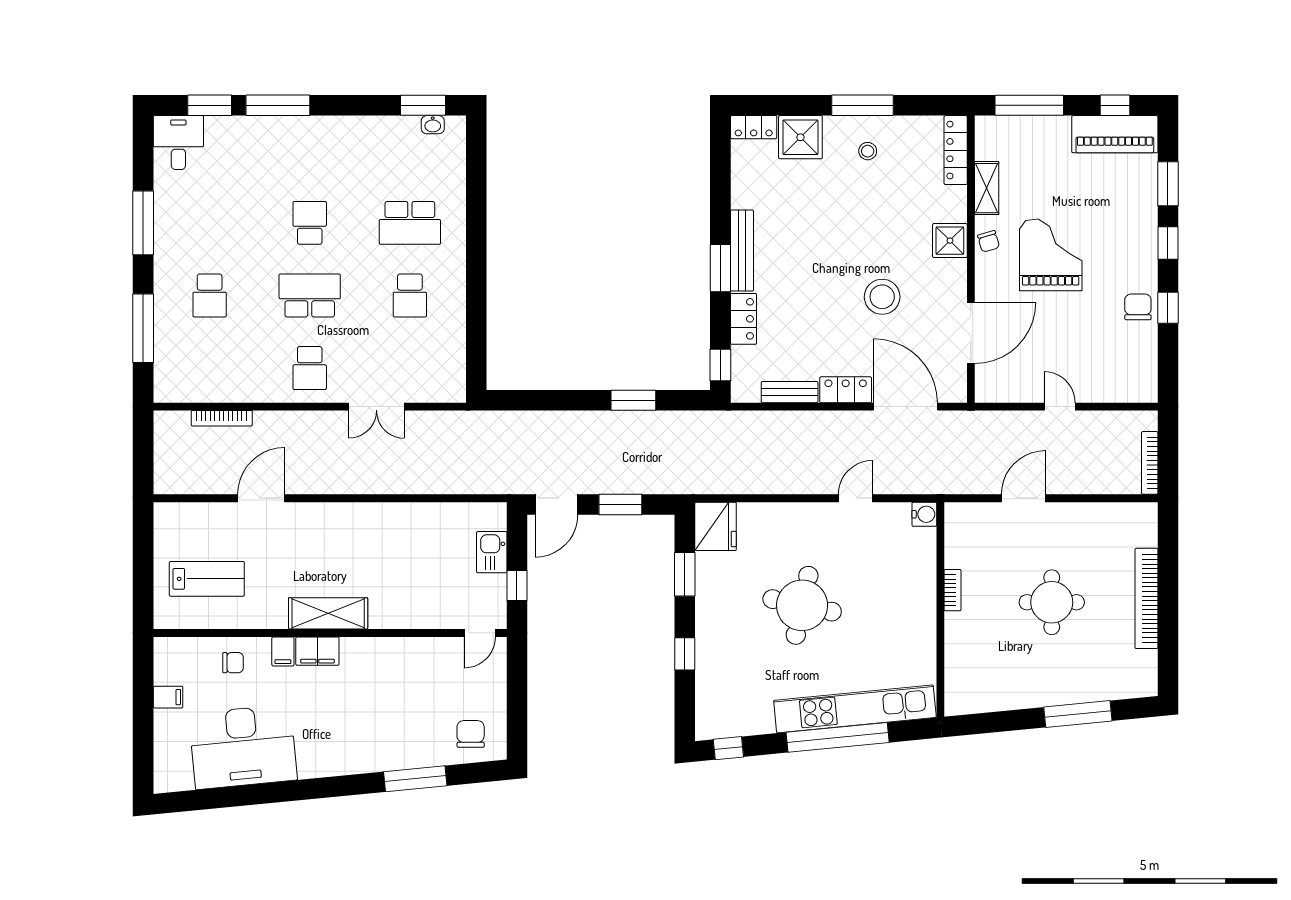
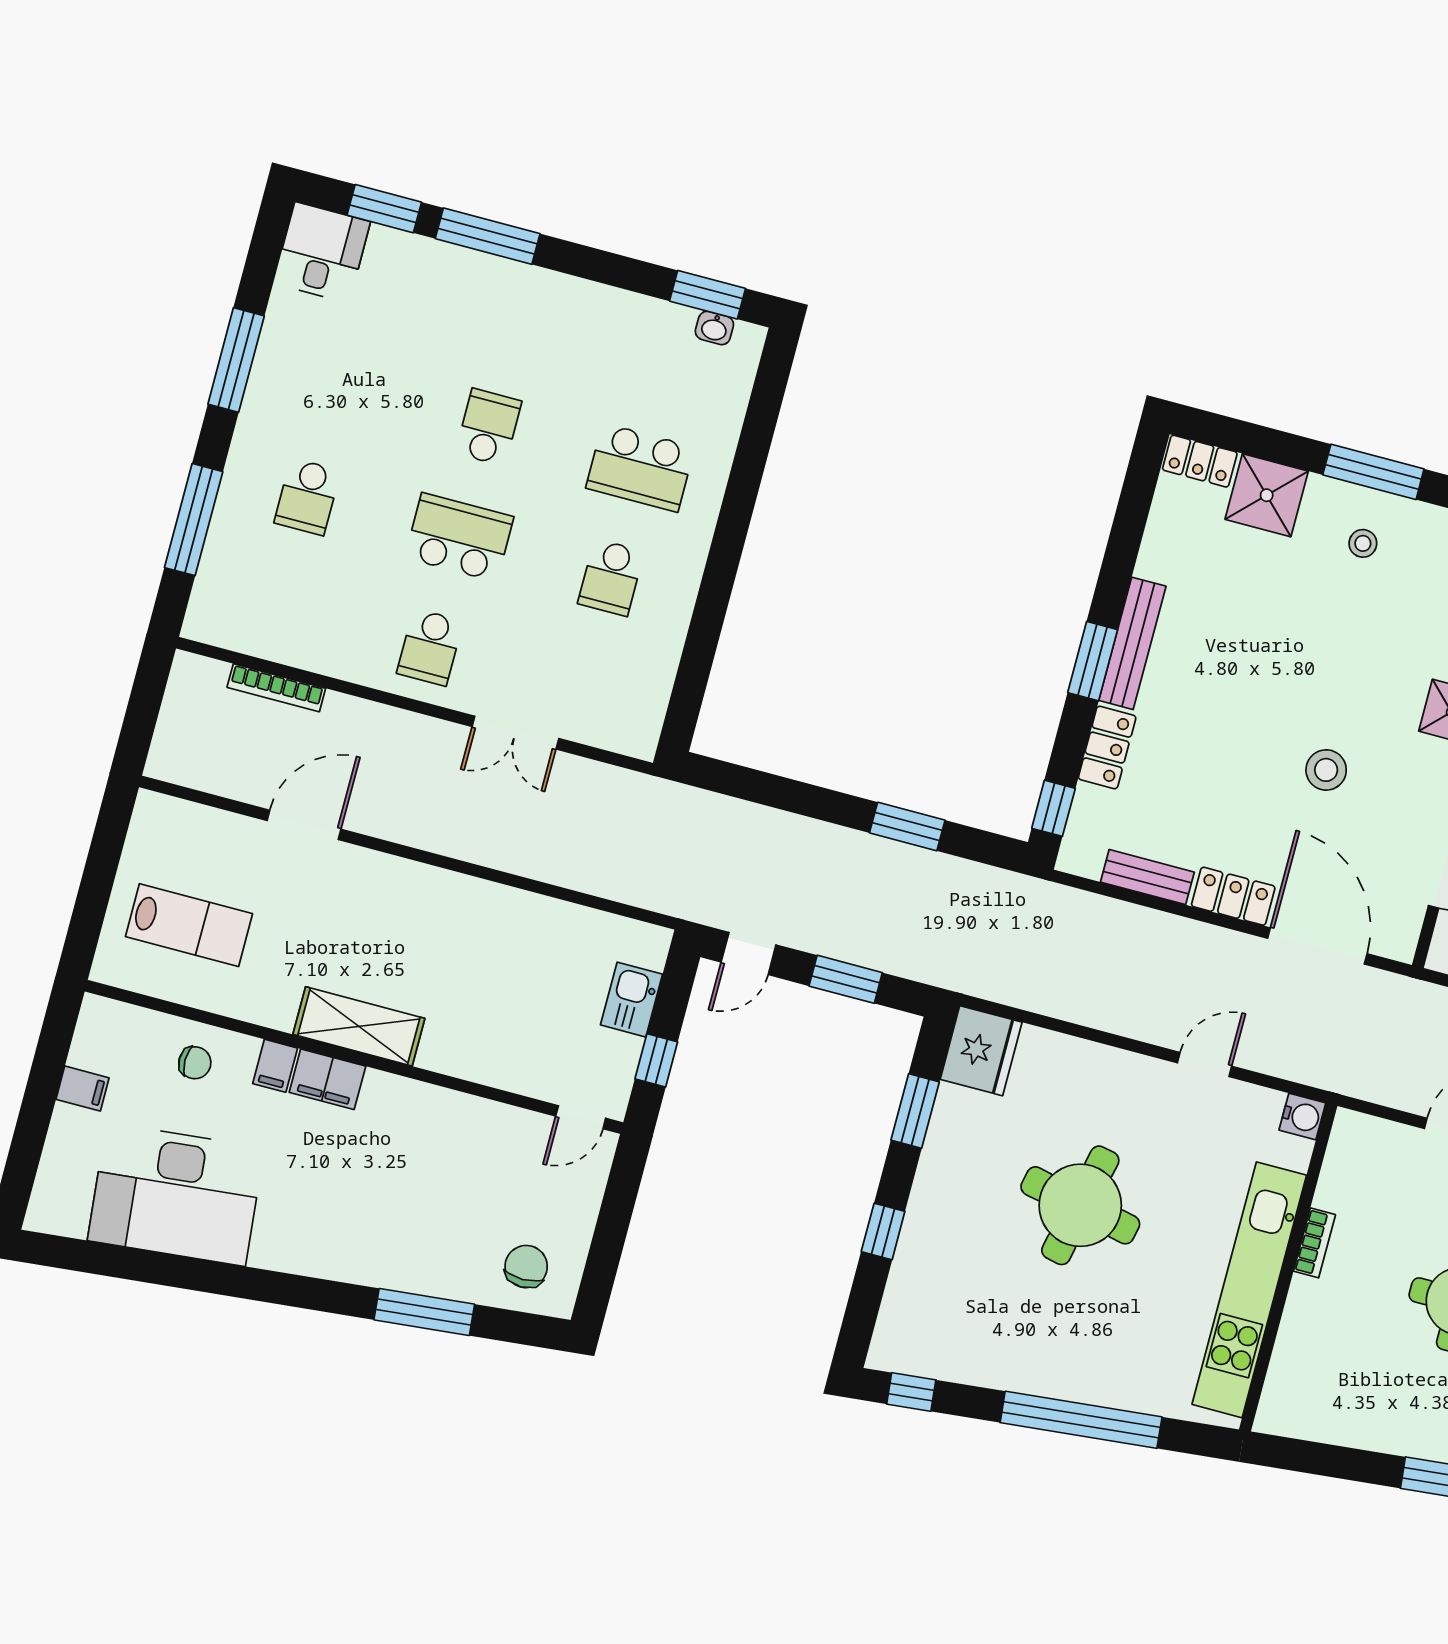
stool: (882, 297) -> (1326, 770), width x0.73, depth x0.73
door: (556, 505) -> (749, 953), width x0.73
kitchen unit: (855, 709) -> (1249, 1290), moved, turned -84

